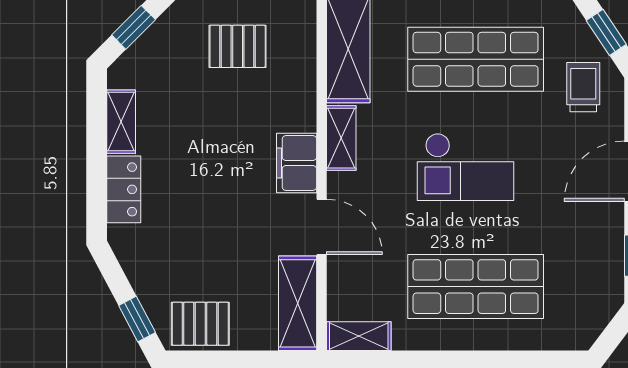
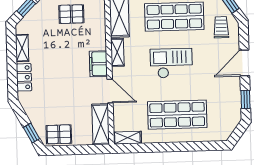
checkout: (466, 167) -> (171, 63), turned 180

